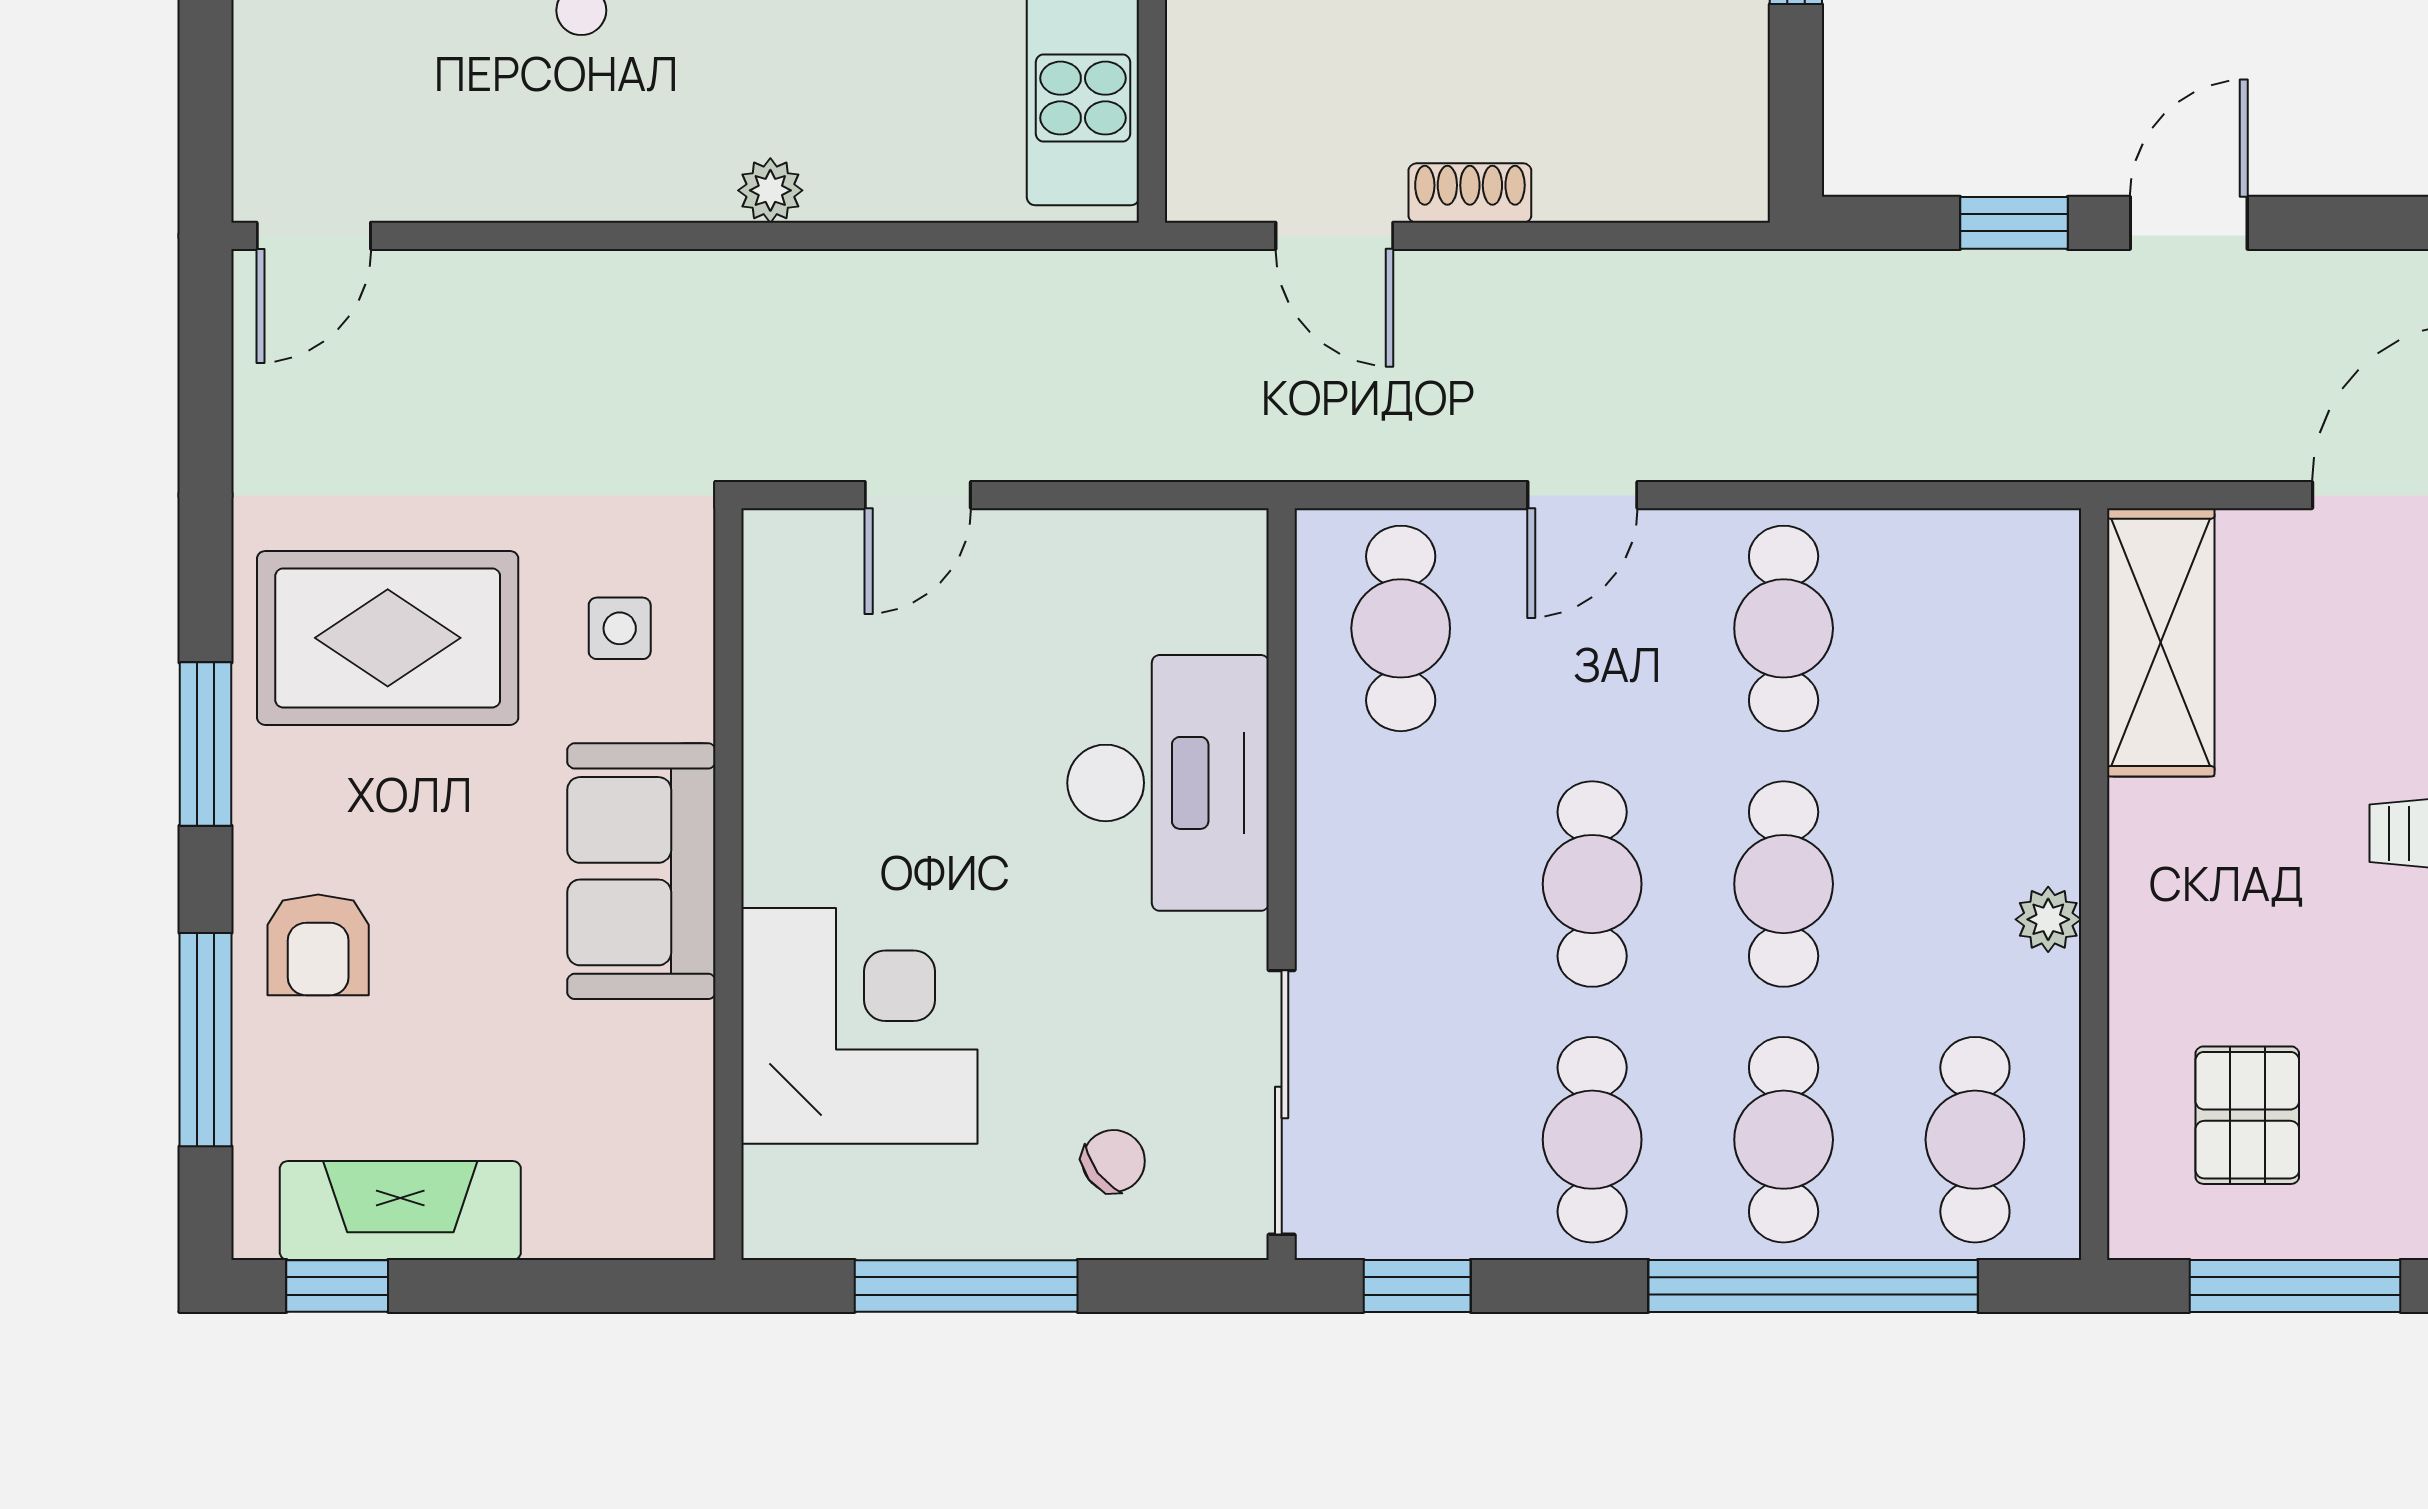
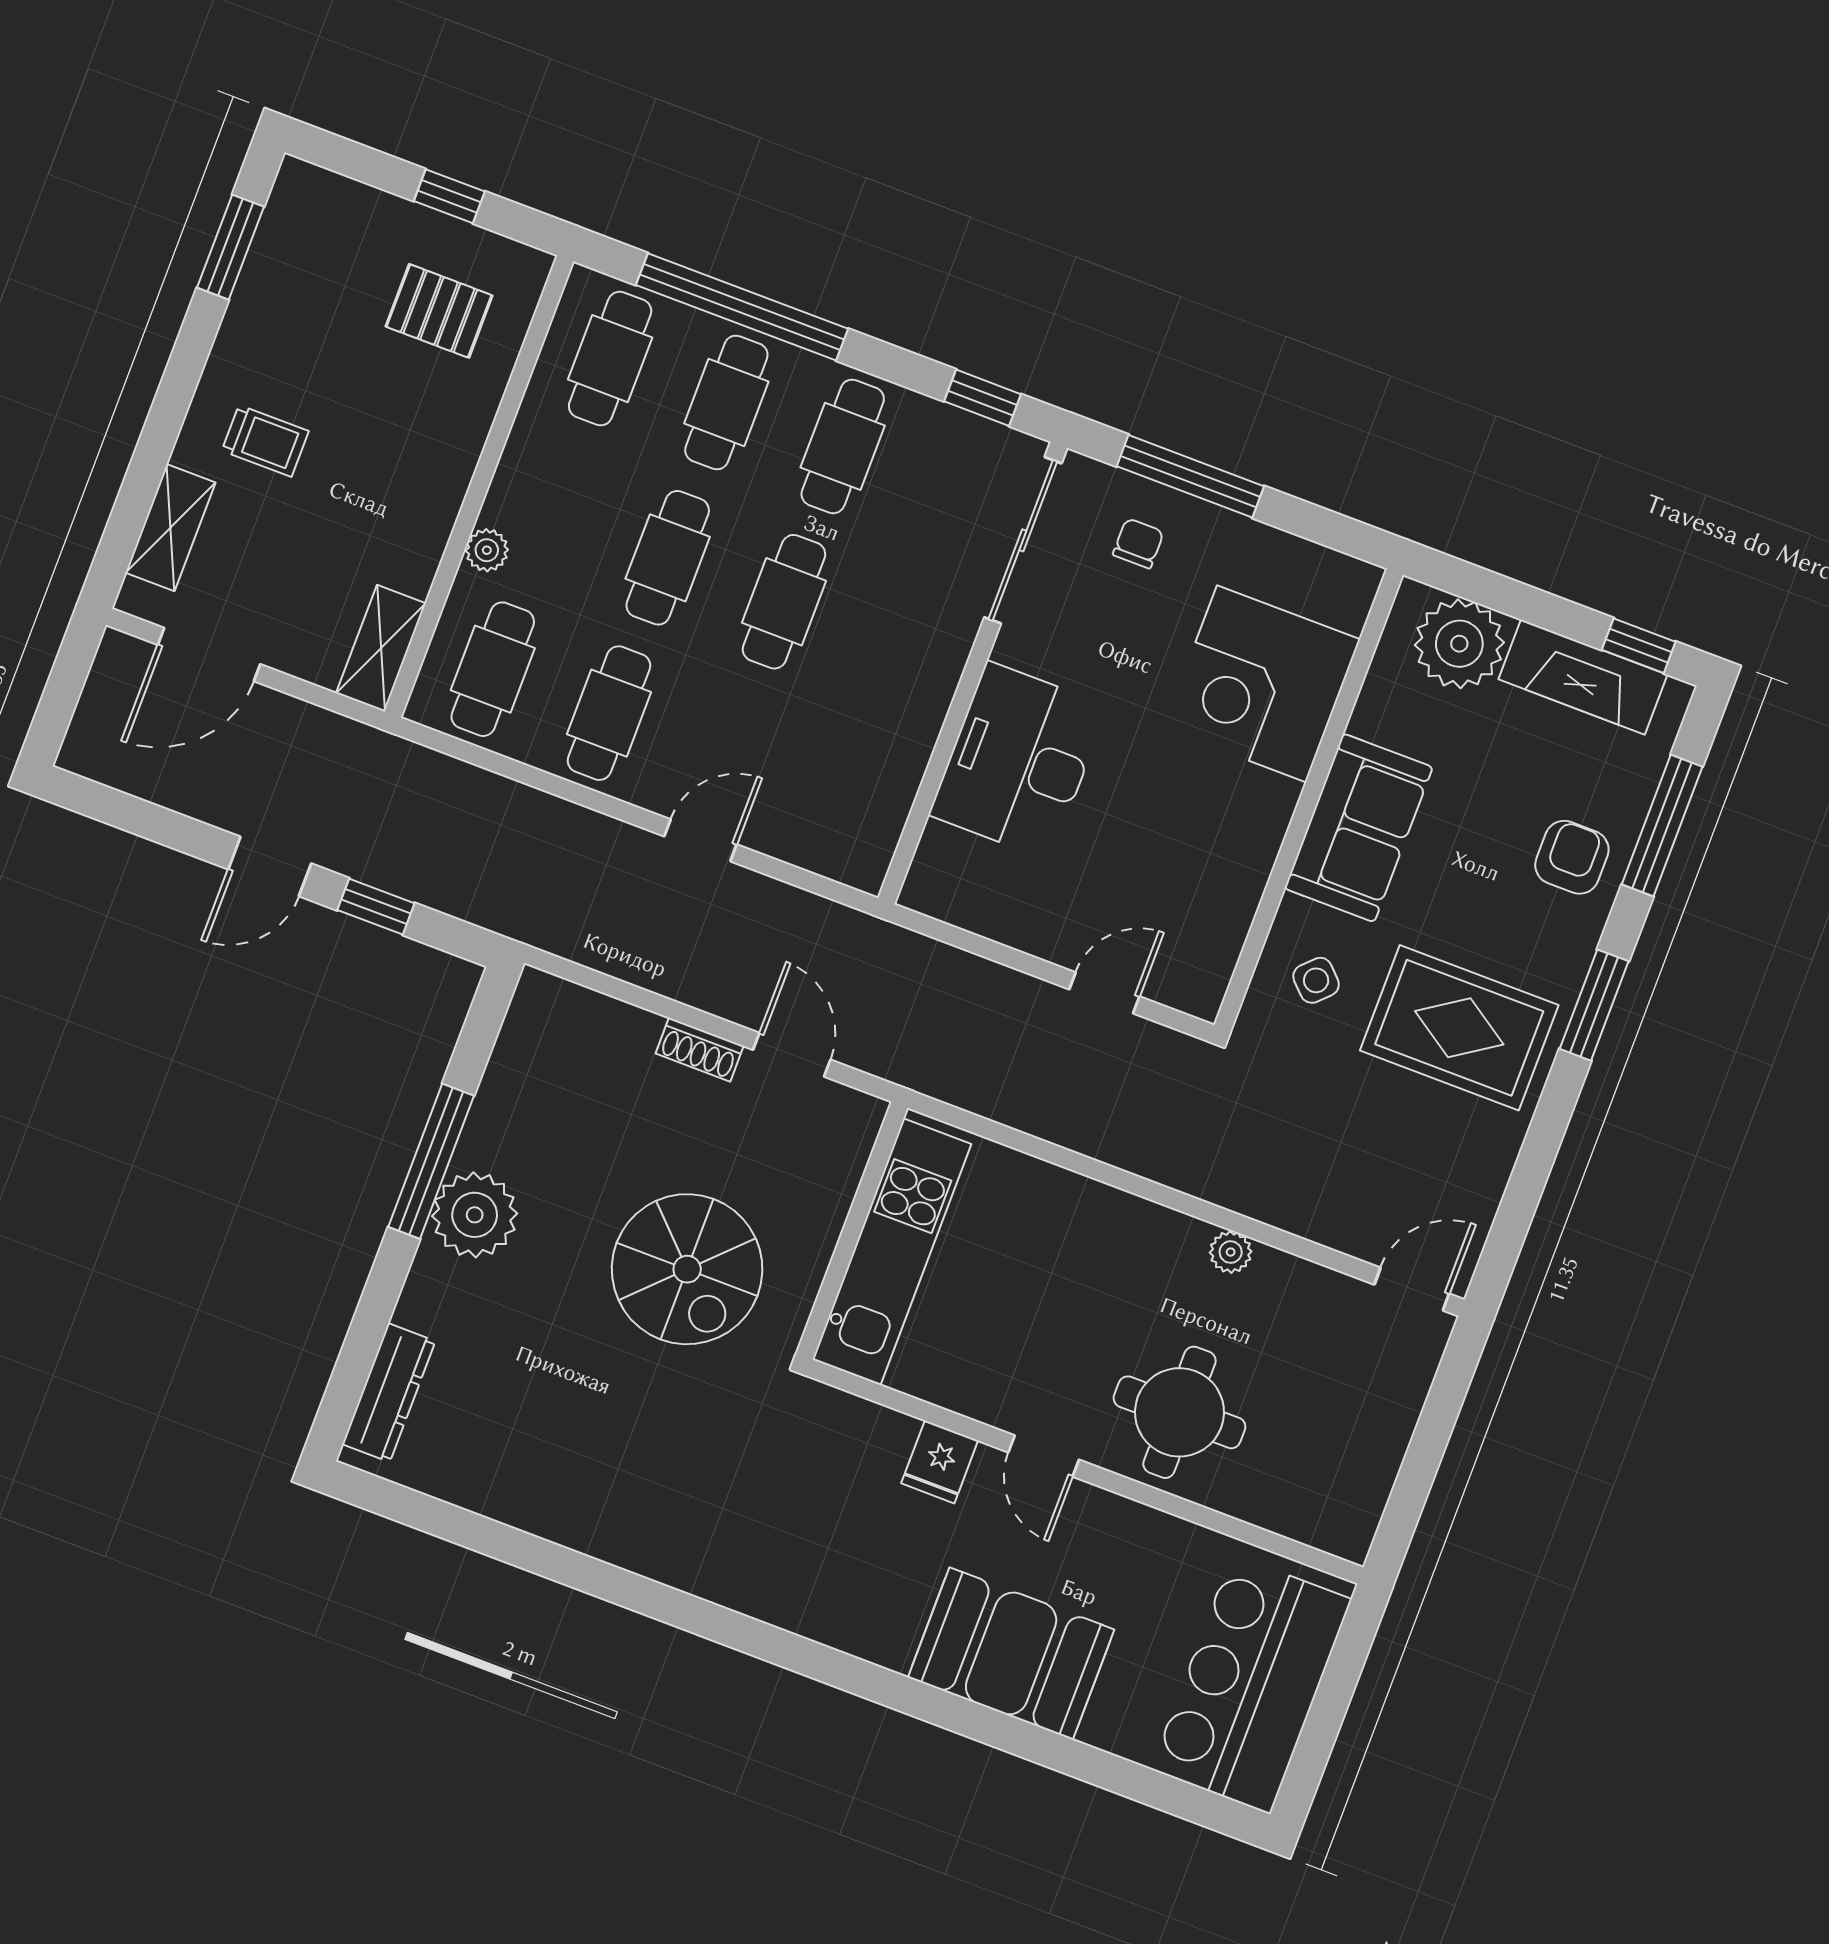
plant: (770, 190) -> (1231, 1252), moved
side table: (620, 628) -> (1316, 980), turned 45
cafe table: (1401, 628) -> (493, 669), moved
shelving: (2161, 642) -> (381, 648), width x0.67, depth x0.75
plant: (2048, 919) -> (487, 550), moved
pallet: (2247, 1115) -> (439, 311), turned 90
chair: (1114, 1161) -> (1138, 543), turned 127
plant: (597, 1191) -> (1459, 644), added
window: (966, 1286) -> (1190, 476), moved
window: (2295, 1286) -> (449, 196), width x0.46

